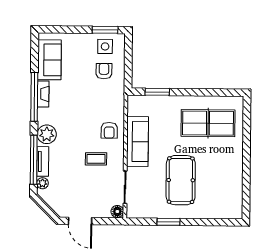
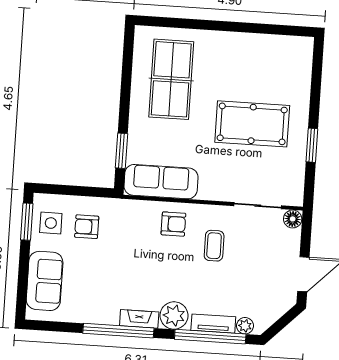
sofa: (49, 60) -> (45, 281), moved, turned 90
fireplace: (43, 94) -> (139, 319), moved
sofa: (137, 142) -> (161, 182), moved

